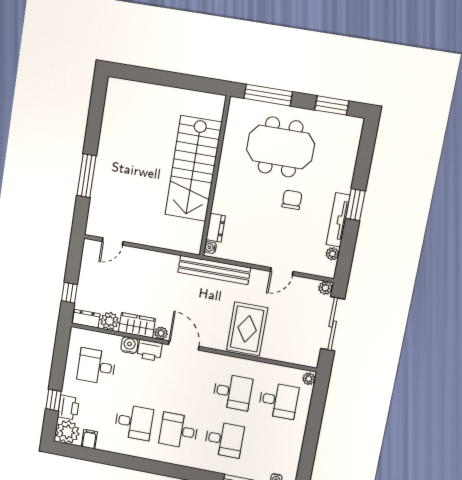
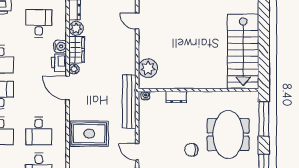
stairs: (193, 169) -> (243, 51), moved, turned -90
chair: (292, 200) -> (191, 150), turned 180
dresser: (216, 228) -> (176, 97), moved
plant: (175, 238) -> (148, 68), added
door: (184, 346) -> (68, 88), swing flipped

